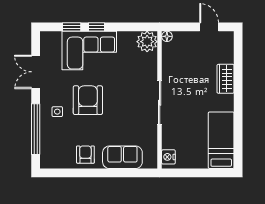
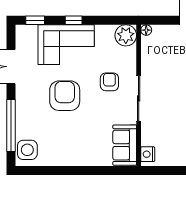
window: (72, 27) -> (35, 20), moved
side table: (57, 112) -> (27, 150), moved, width x1.87, depth x1.87
armchair: (85, 155) -> (109, 82), moved
sofa: (122, 157) -> (125, 145), moved, turned -90

